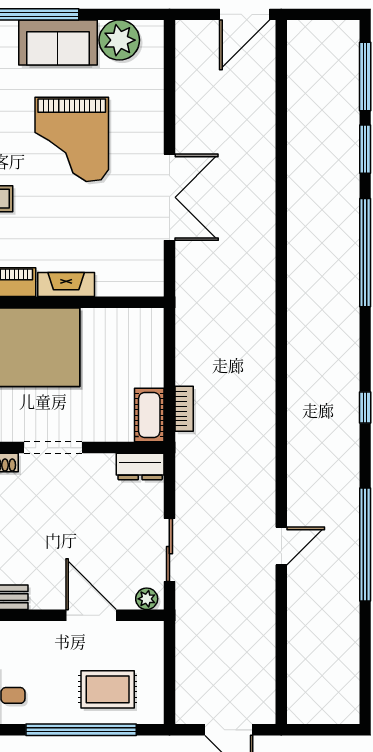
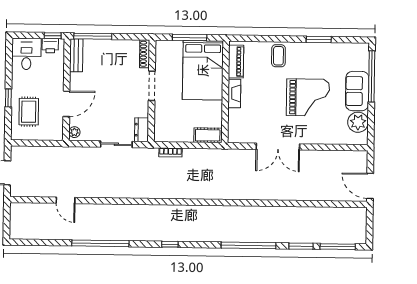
grand piano: (72, 139) -> (308, 97), turned 180
cot: (149, 415) -> (208, 135), moved
door: (281, 546) -> (66, 200), moved
sliding door: (169, 550) -> (116, 144), moved
window: (81, 730) -> (8, 98), width x0.32

